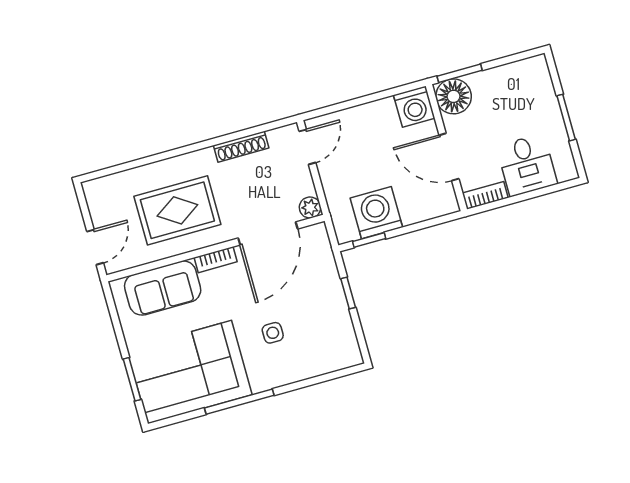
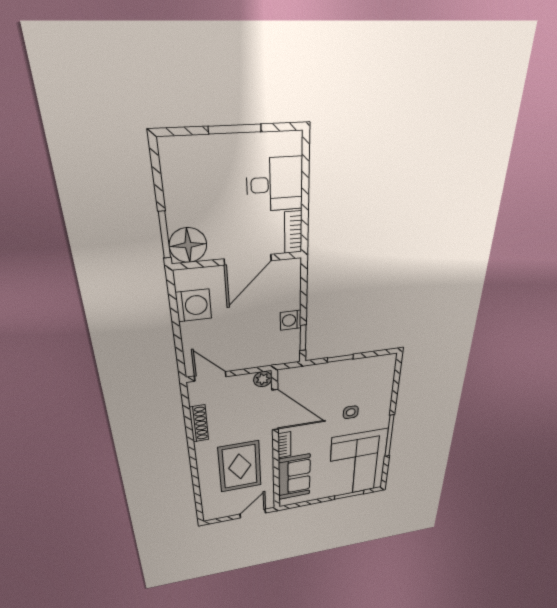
washing machine: (414, 107) -> (194, 305), moved
washing machine: (376, 213) -> (291, 320), width x0.53, depth x0.53
door: (95, 247) -> (253, 514), hinge flipped

